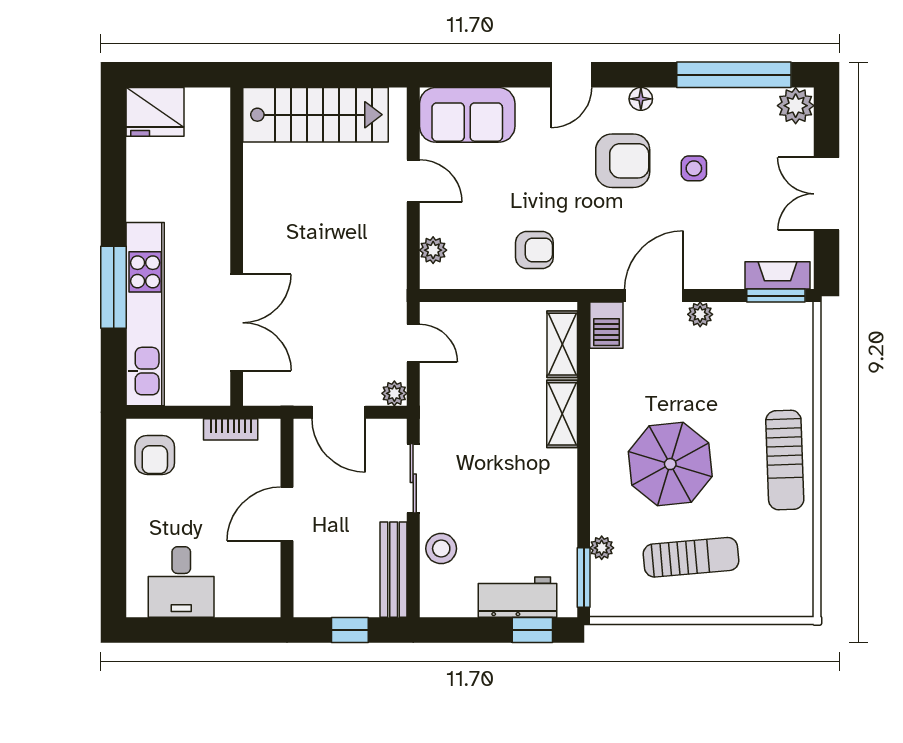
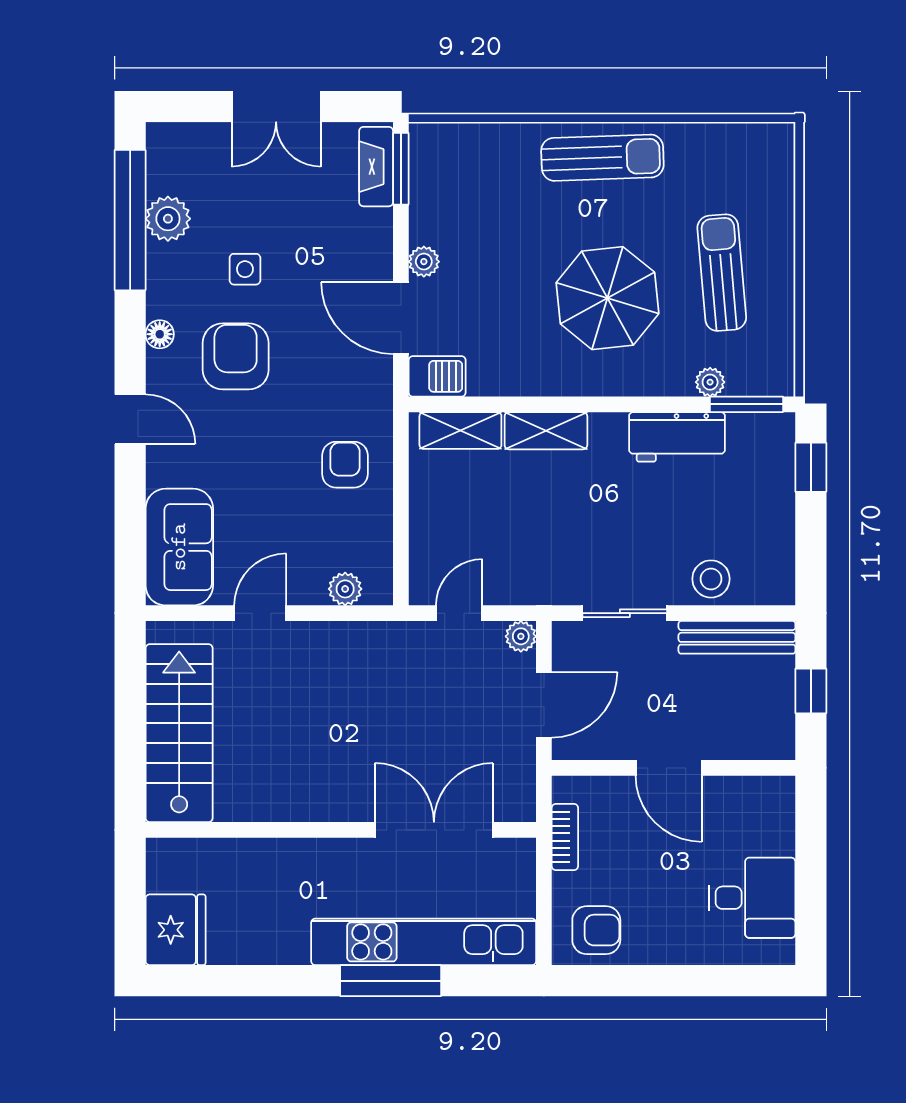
plant: (796, 106) -> (168, 219), moved
workbench: (518, 597) -> (677, 437), moved, turned -90

